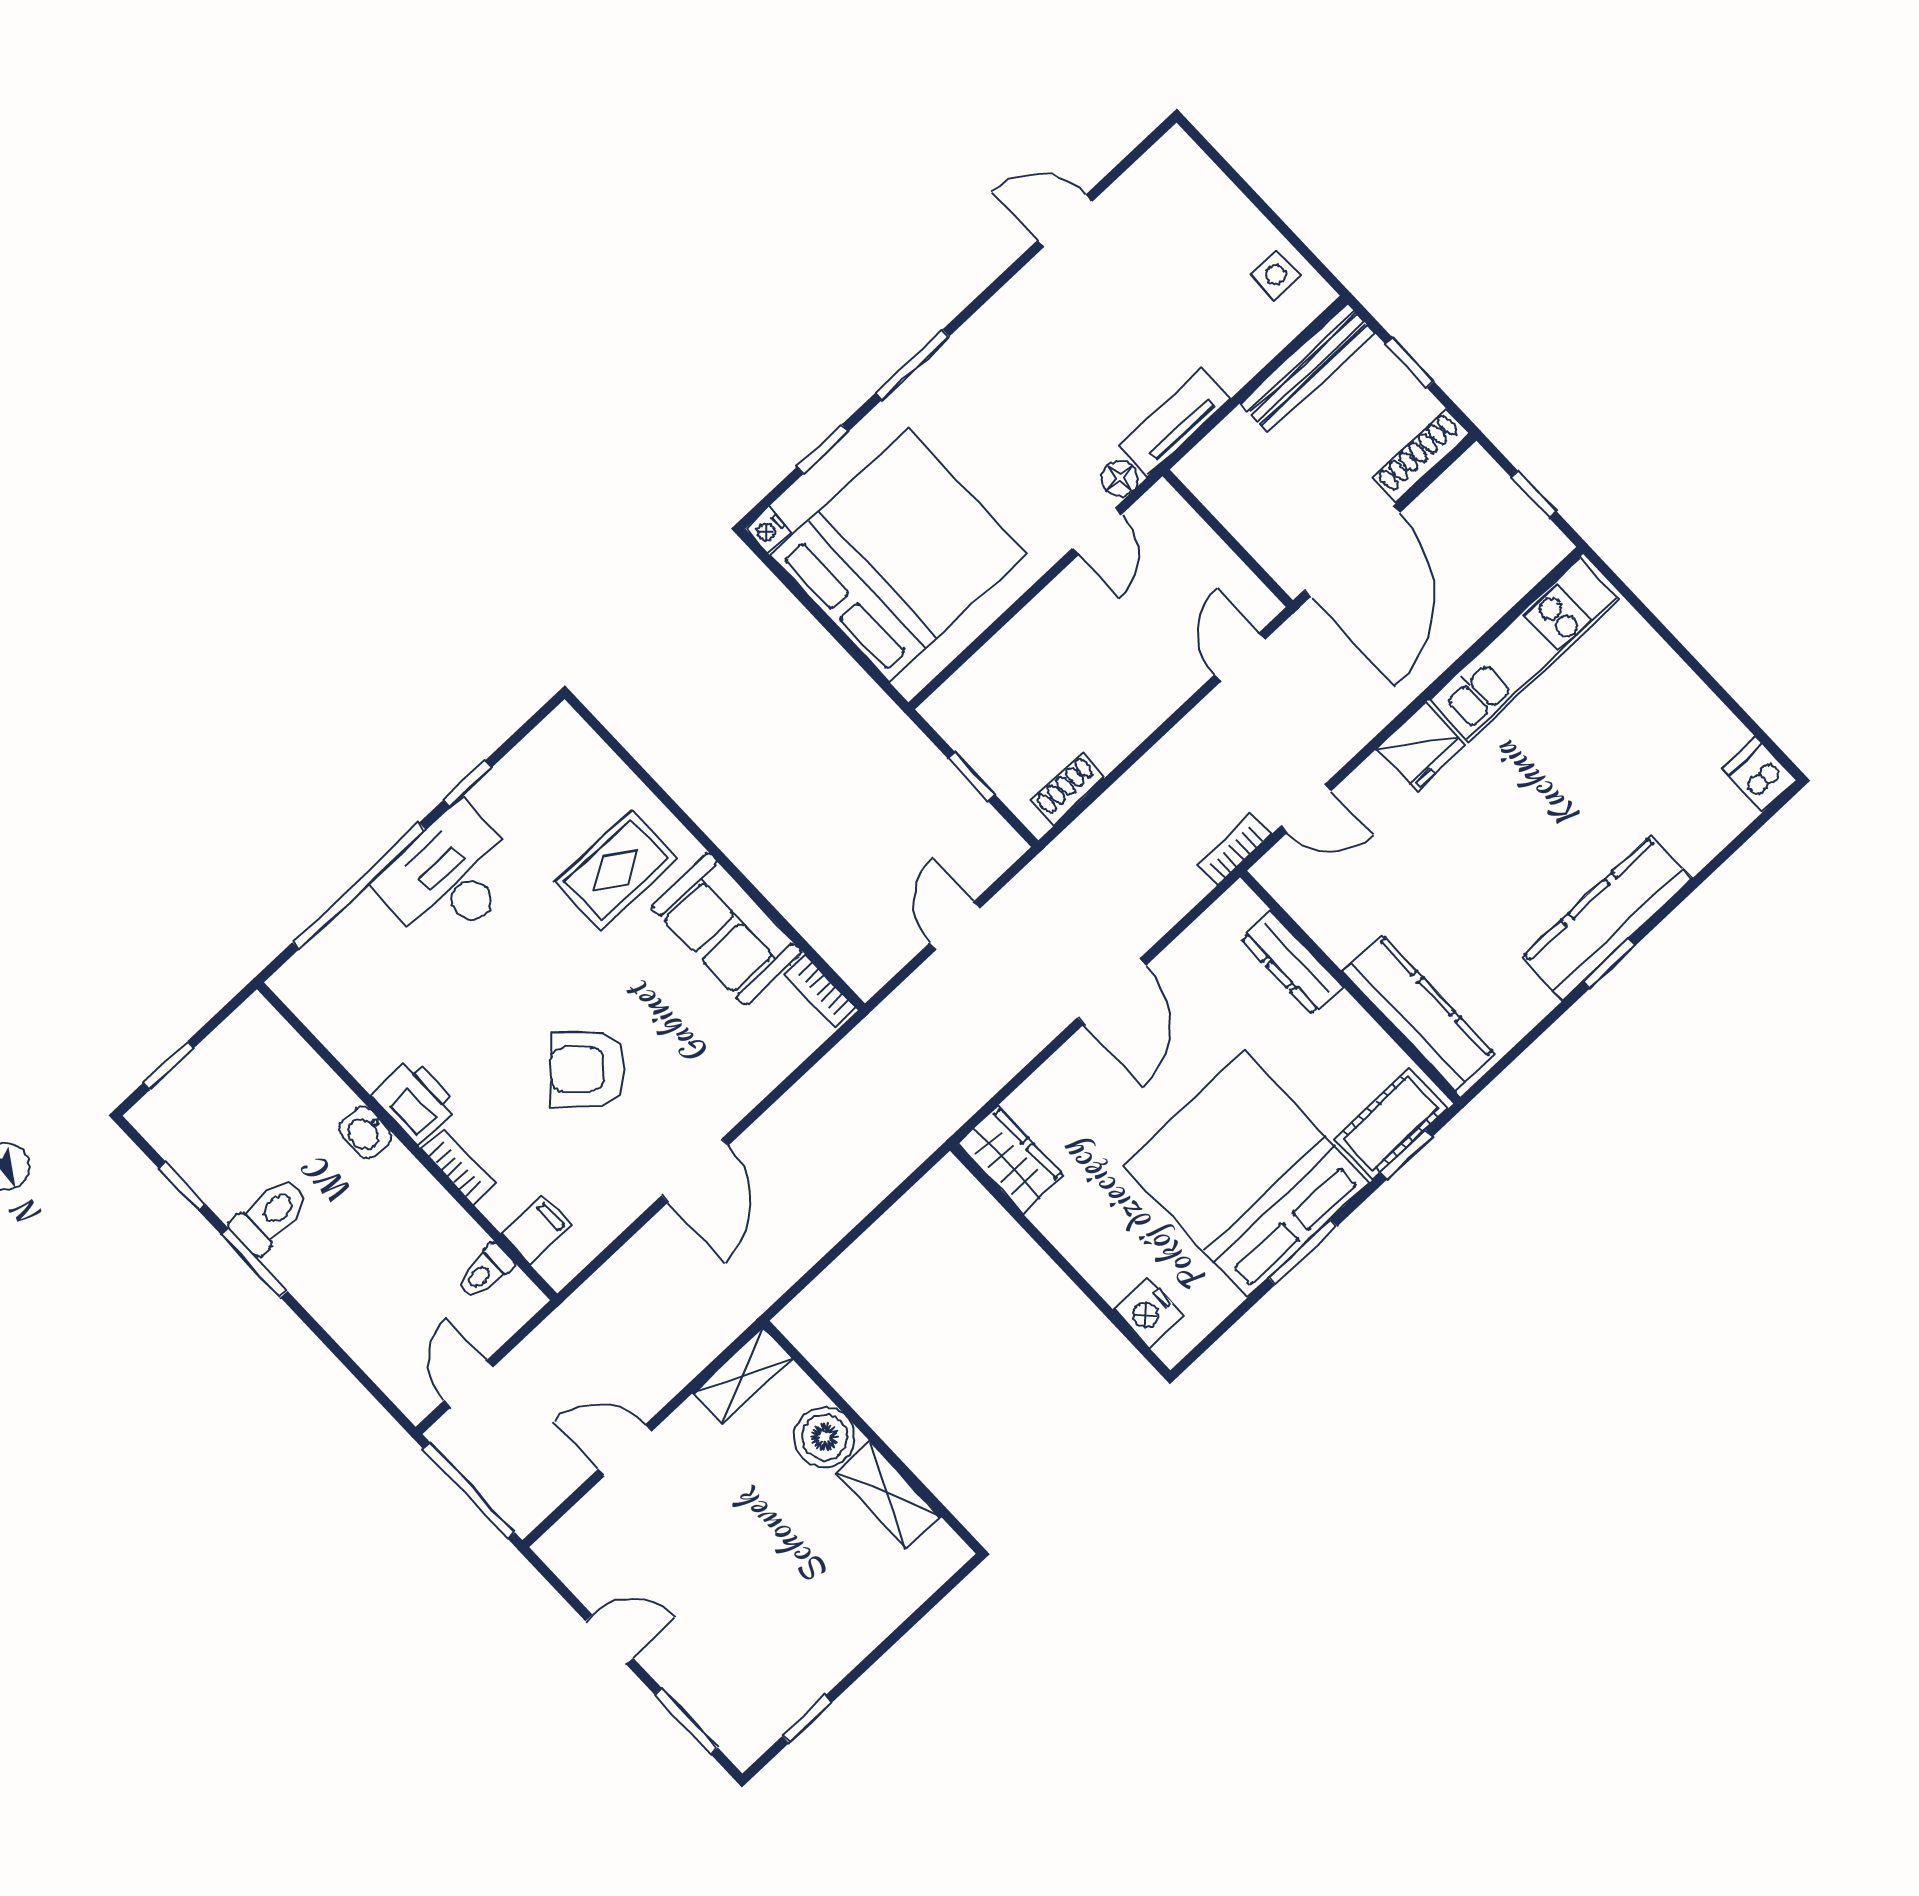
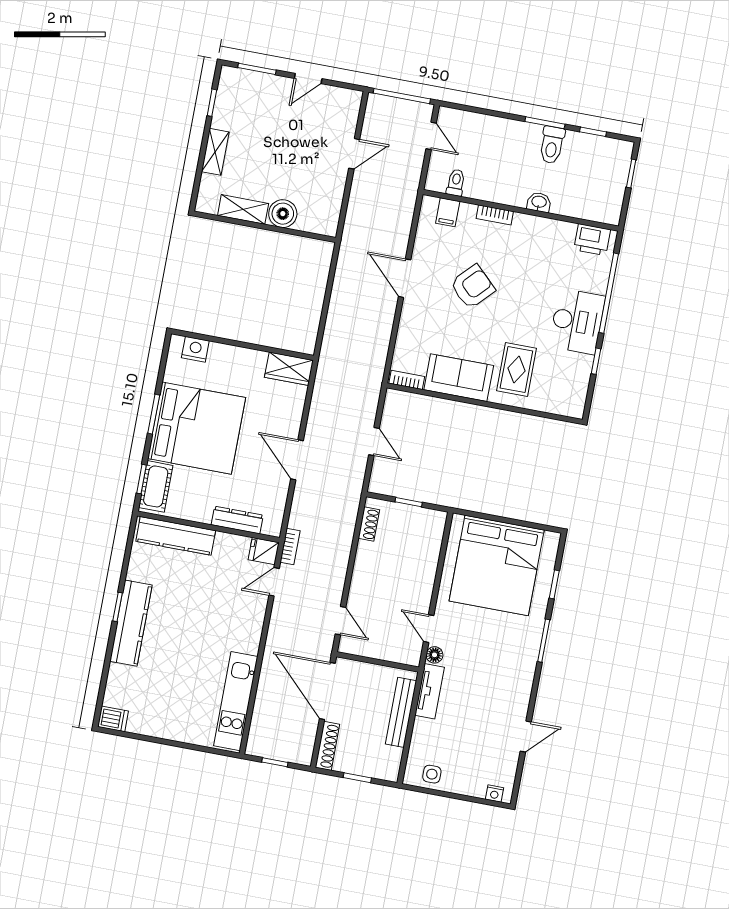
bench: (1307, 368) -> (401, 712), moved
nightstand: (768, 530) -> (494, 794), moved, turned 180
fridge: (1421, 747) -> (264, 551), moved, width x0.72
printer: (415, 1101) -> (592, 240), moved
shelving: (743, 1376) -> (215, 152), moved

